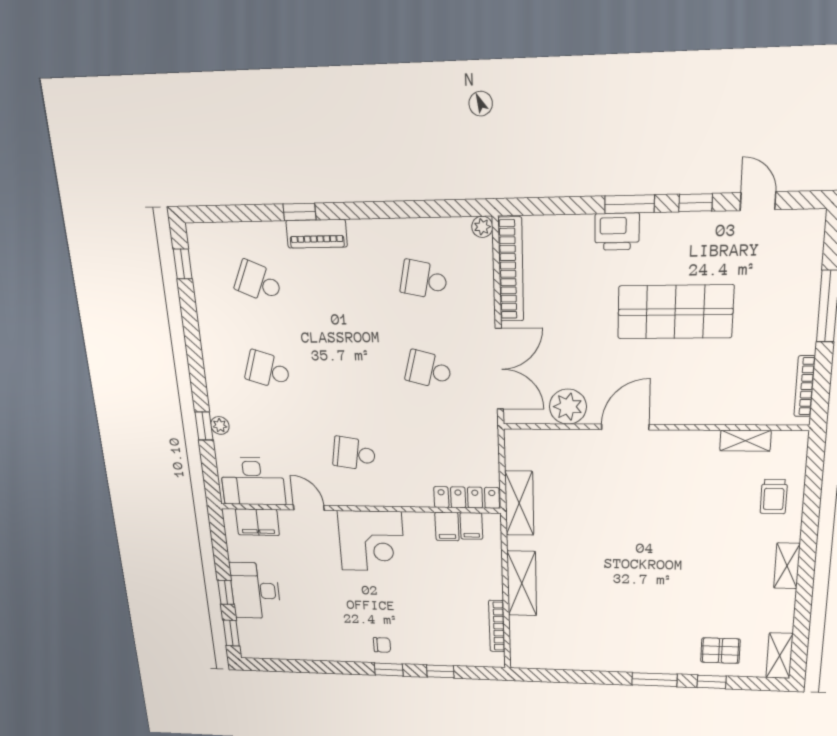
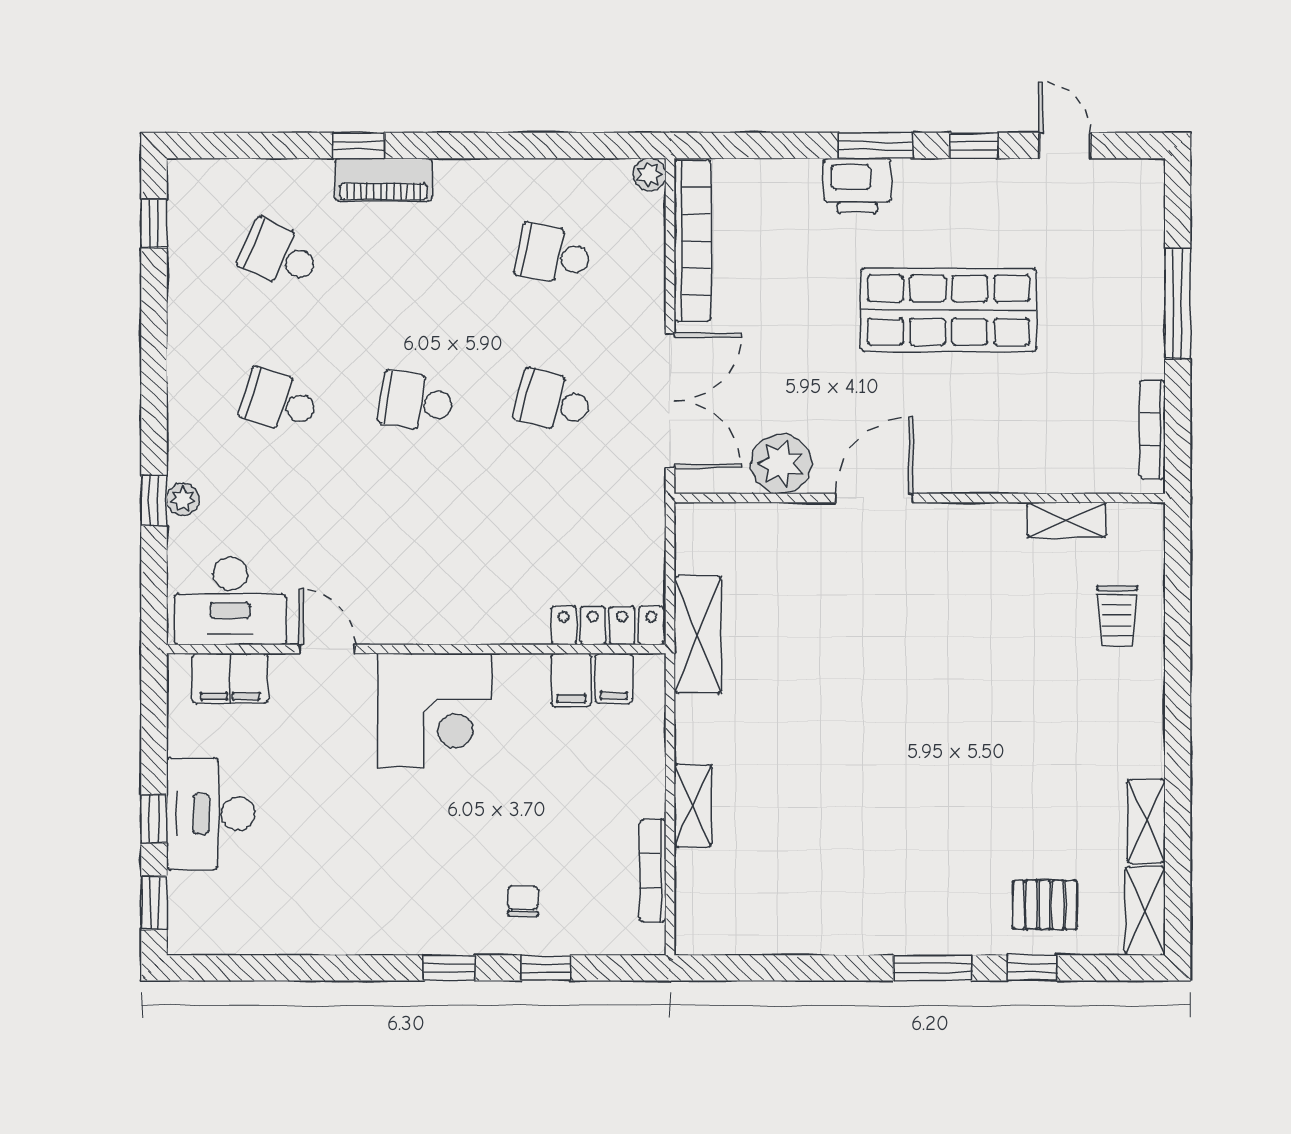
school desk: (354, 454) -> (416, 401), moved
shelving: (787, 566) -> (1146, 821), moved
shelving: (522, 583) -> (693, 806), width x0.67, depth x0.75
chair: (382, 645) -> (523, 901), moved, turned -90

